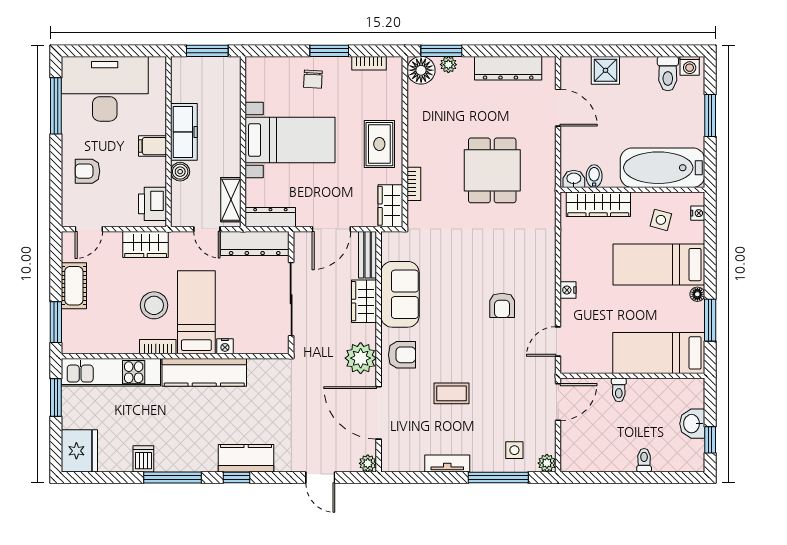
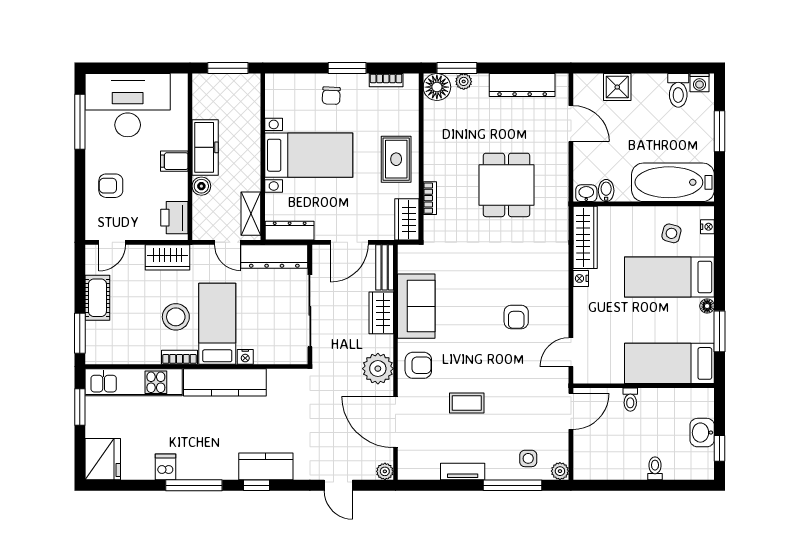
wardrobe: (598, 204) -> (585, 237), moved, turned -90
nightstand: (568, 290) -> (581, 278), moved

